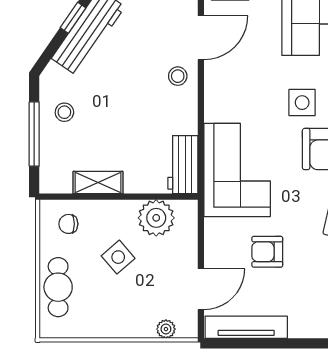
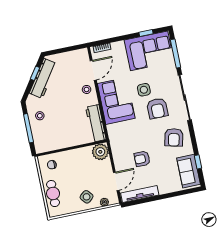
workbench: (183, 165) -> (96, 123), width x1.38
corner sofa: (237, 170) -> (116, 101), moved
shelving: (98, 183) -> (61, 144), removed
plant: (156, 218) -> (100, 152), moved
side table: (118, 257) -> (87, 197), moved

